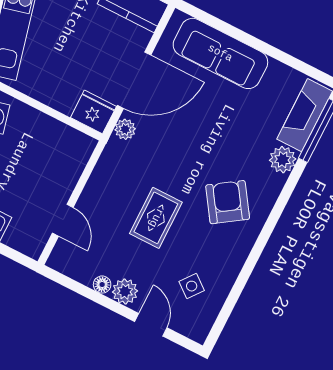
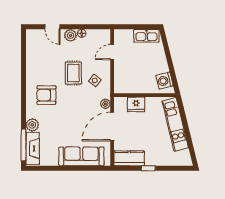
fridge: (93, 112) -> (136, 104), moved
armchair: (228, 202) -> (46, 95), turned 124
door: (63, 220) -> (112, 52), hinge flipped
side table: (192, 286) -> (95, 80), moved

